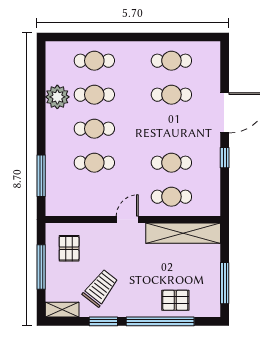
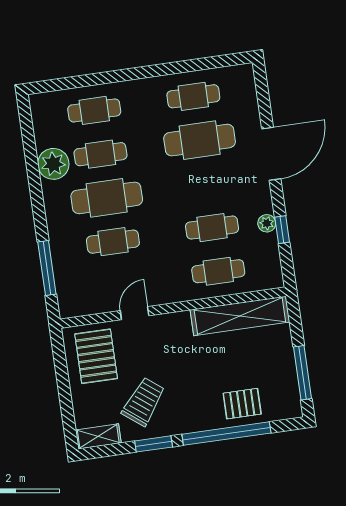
cafe table: (171, 95) -> (200, 140), width x1.37, depth x1.35
cafe table: (94, 129) -> (107, 198), width x1.37, depth x1.35
window: (225, 158) -> (282, 230), moved
plant: (214, 165) -> (267, 223), added
door: (127, 220) -> (135, 313), moved
pallet: (69, 248) -> (96, 356), width x1.50, depth x1.42
window: (41, 267) -> (64, 386), removed

